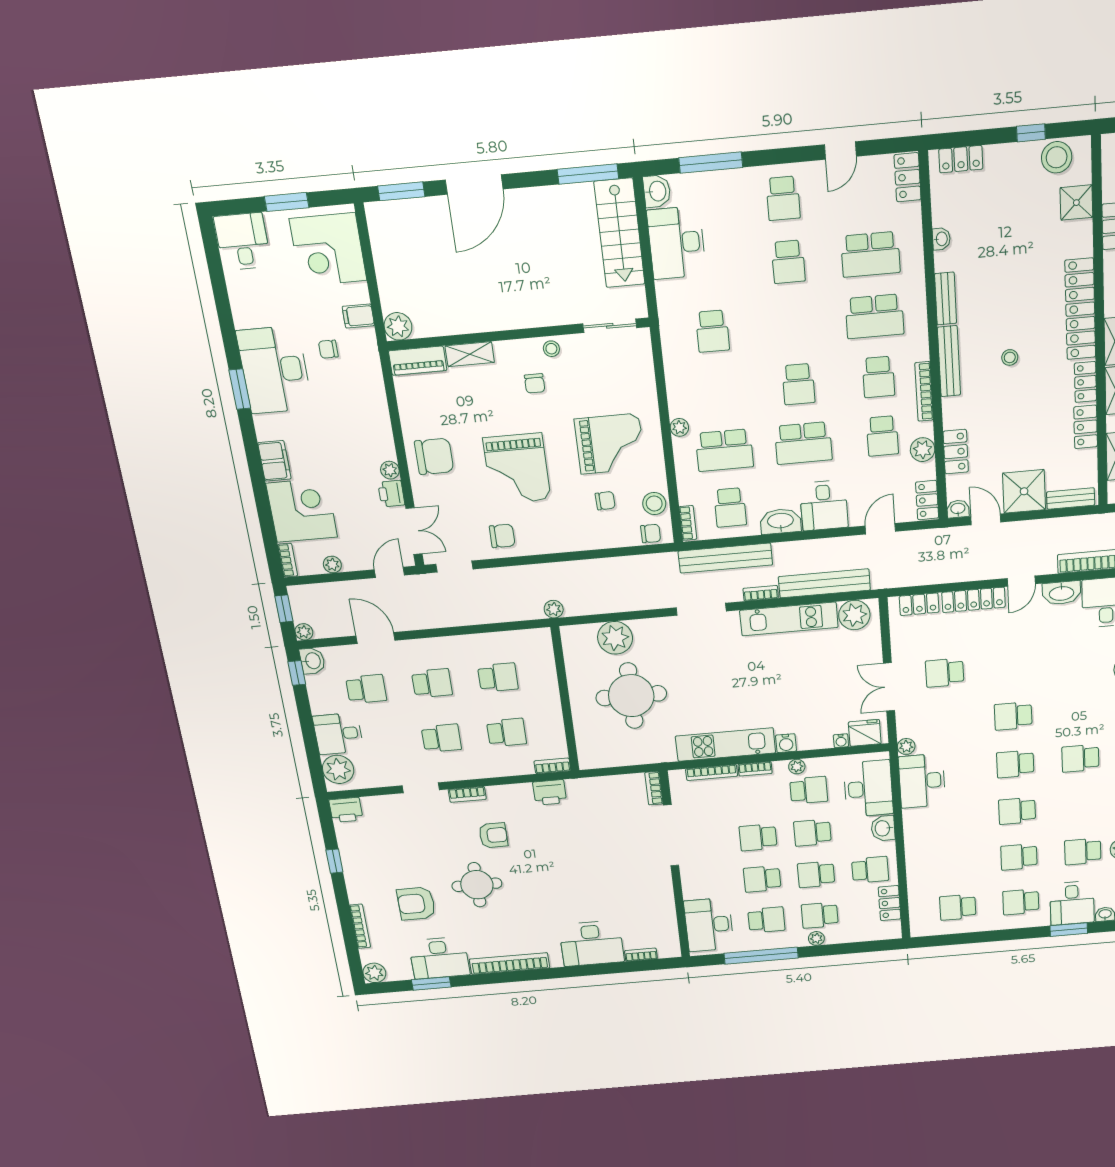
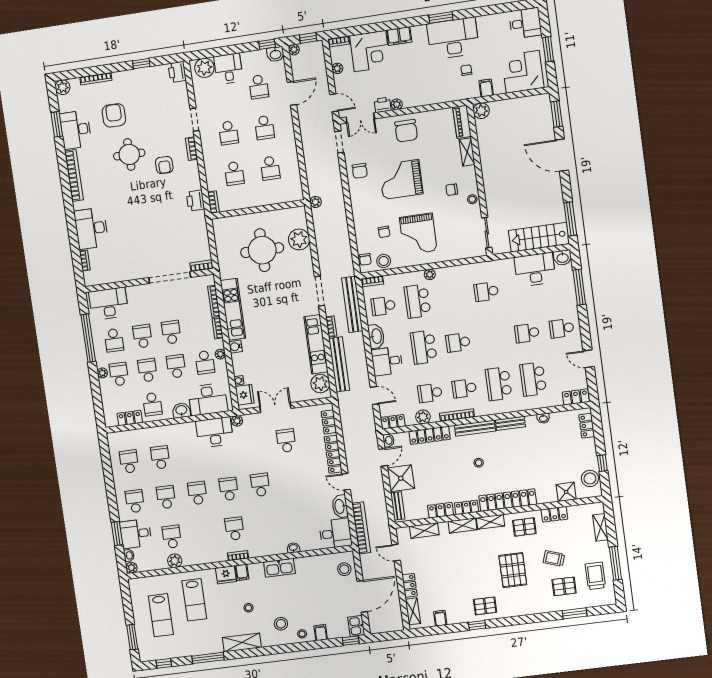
locker: (956, 452) -> (430, 435), width x1.53
school desk: (955, 862) -> (160, 457), added

